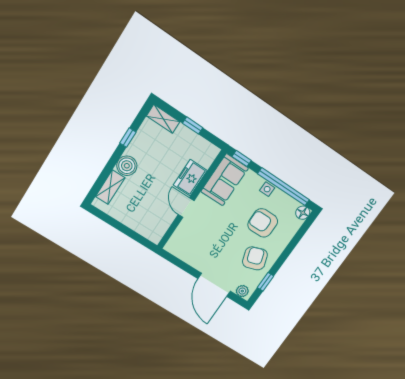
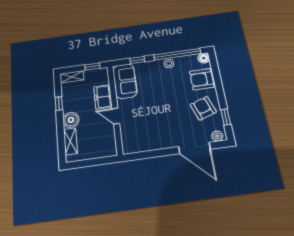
freezer: (190, 178) -> (103, 97), moved
sofa: (225, 180) -> (125, 81), moved
wall: (191, 200) -> (115, 109), moved
door: (186, 208) -> (116, 116), moved
armchair: (263, 223) -> (202, 79), moved

